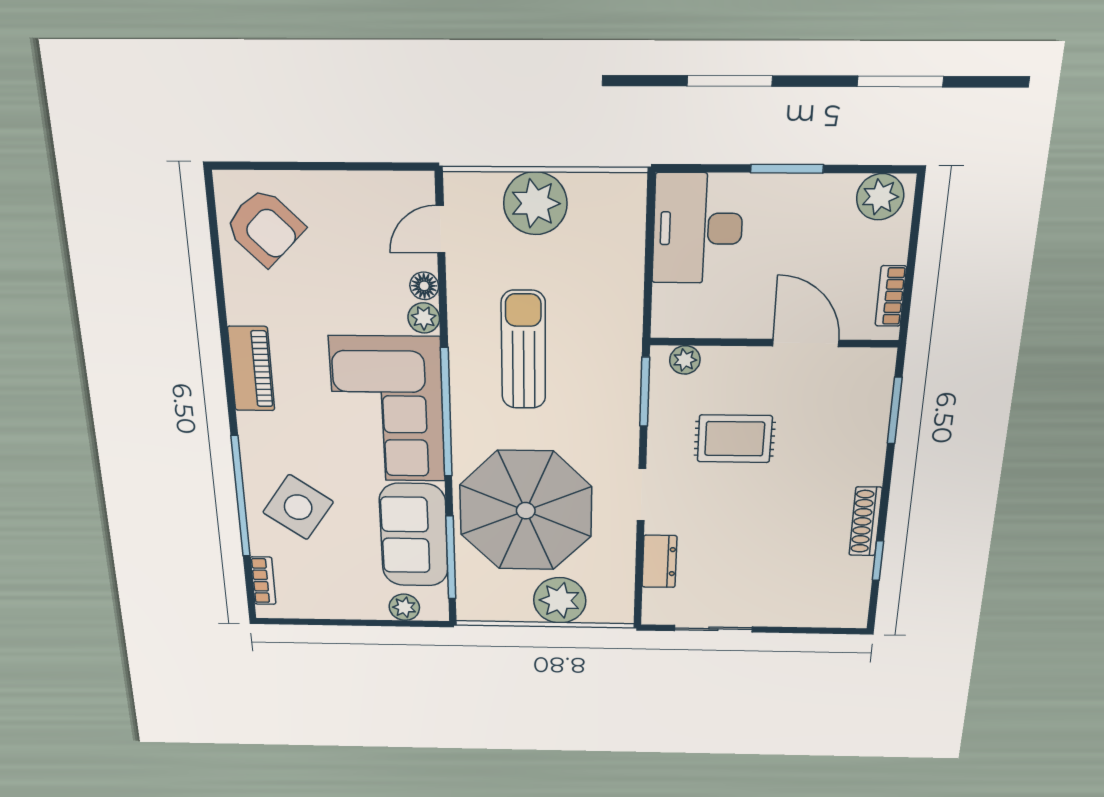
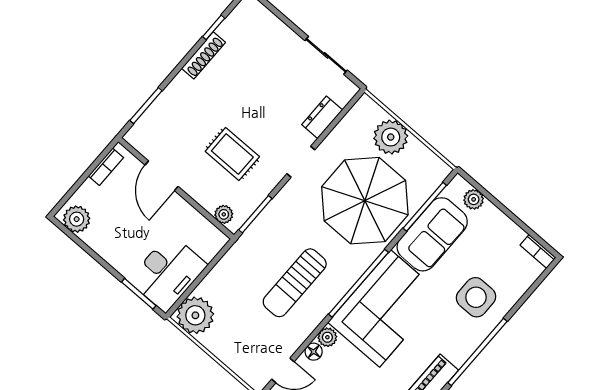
window: (787, 169) -> (139, 294), moved
plant: (535, 203) -> (195, 315), moved
window: (241, 497) -> (477, 352), moved
side table: (298, 507) -> (476, 297), turned -35
bookcase: (263, 581) -> (538, 251), moved, turned -90

